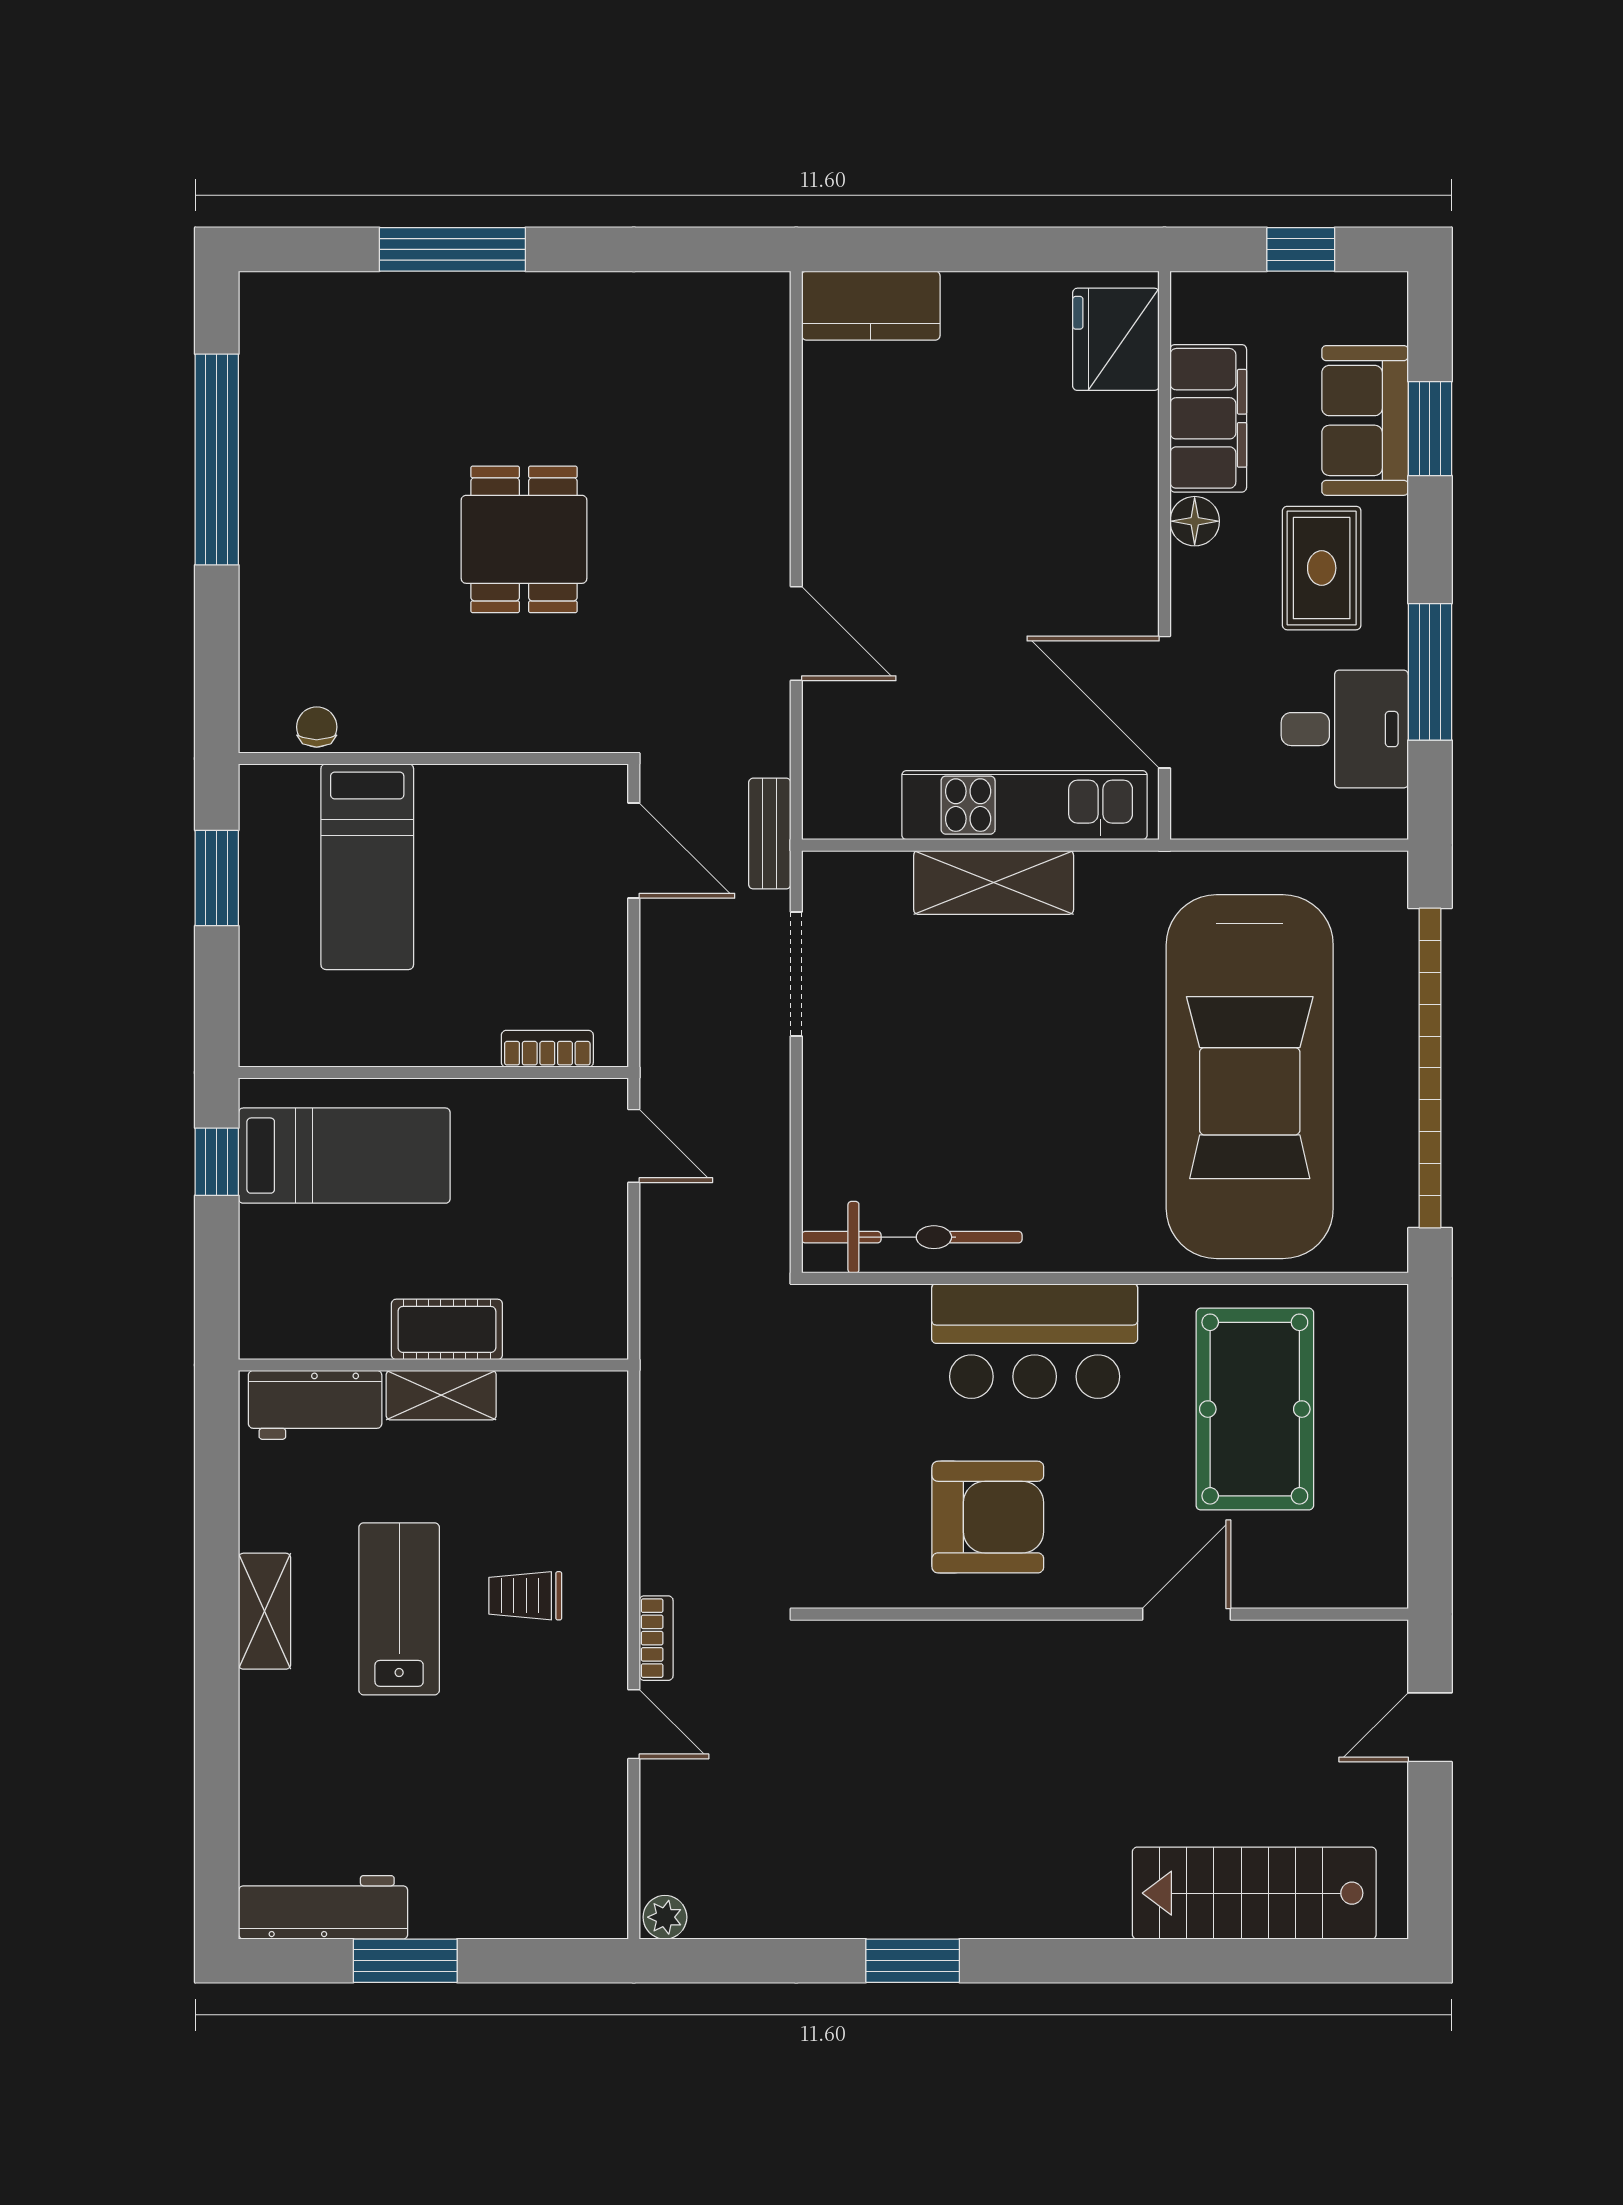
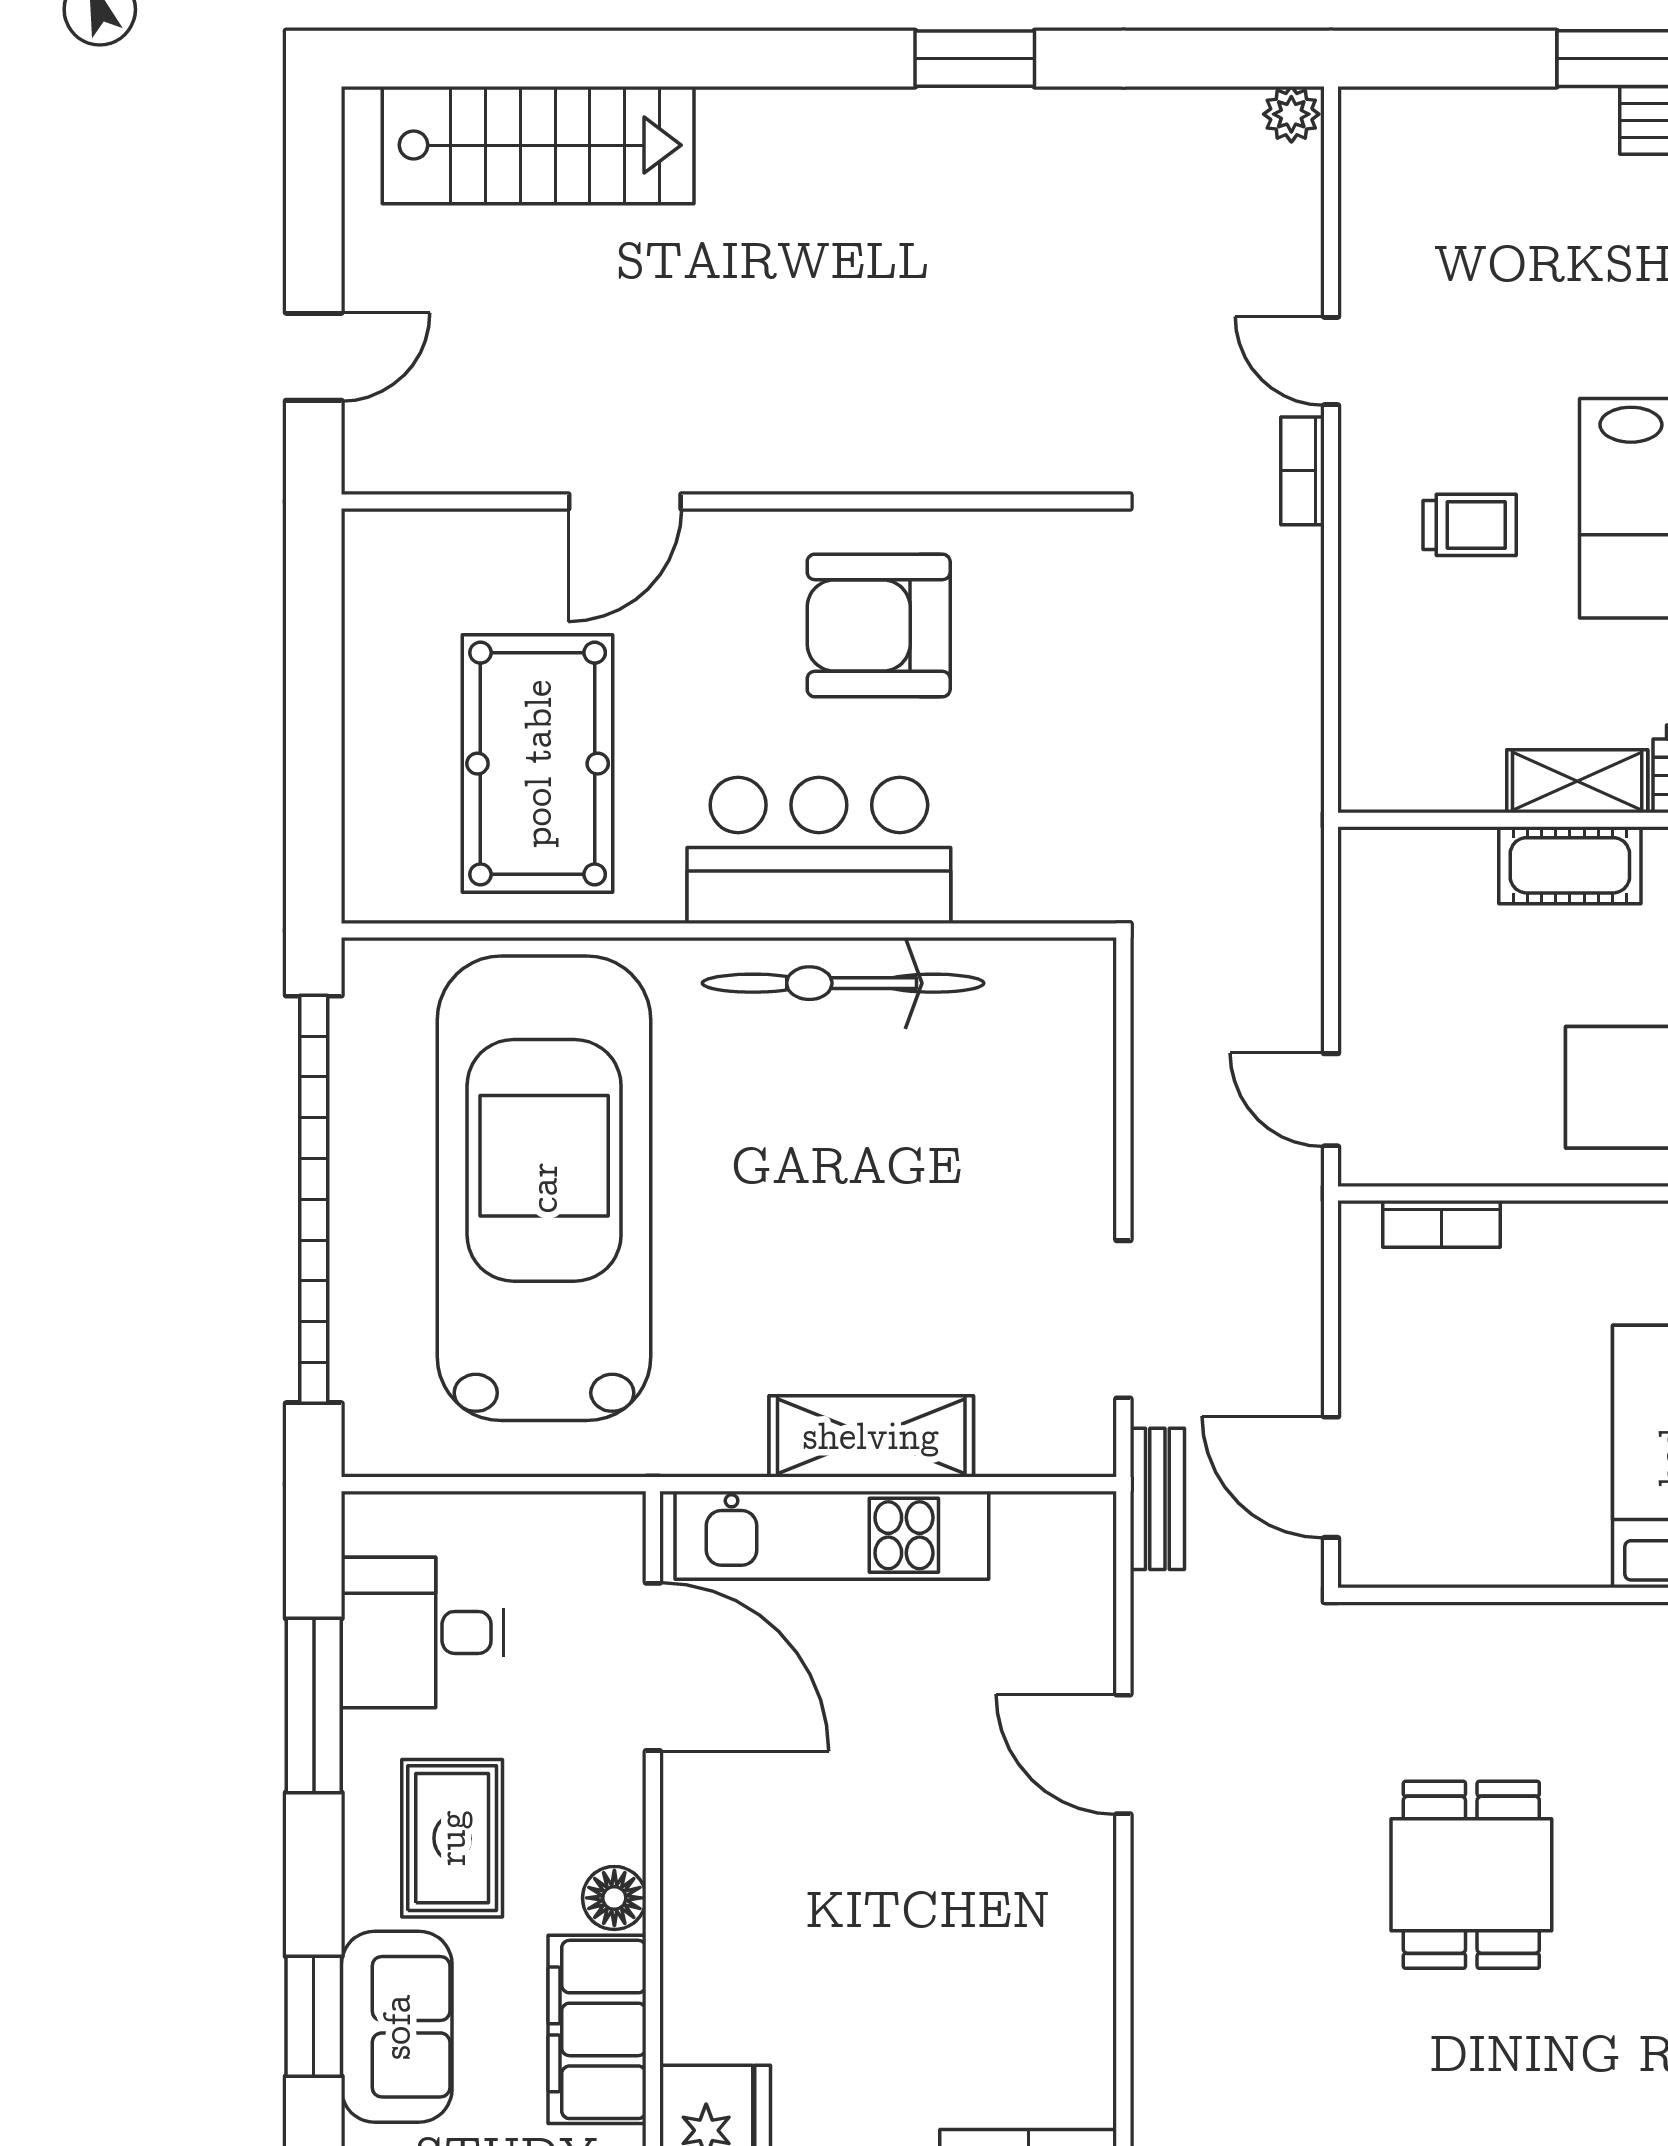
bicycle: (912, 1237) -> (843, 983), moved

